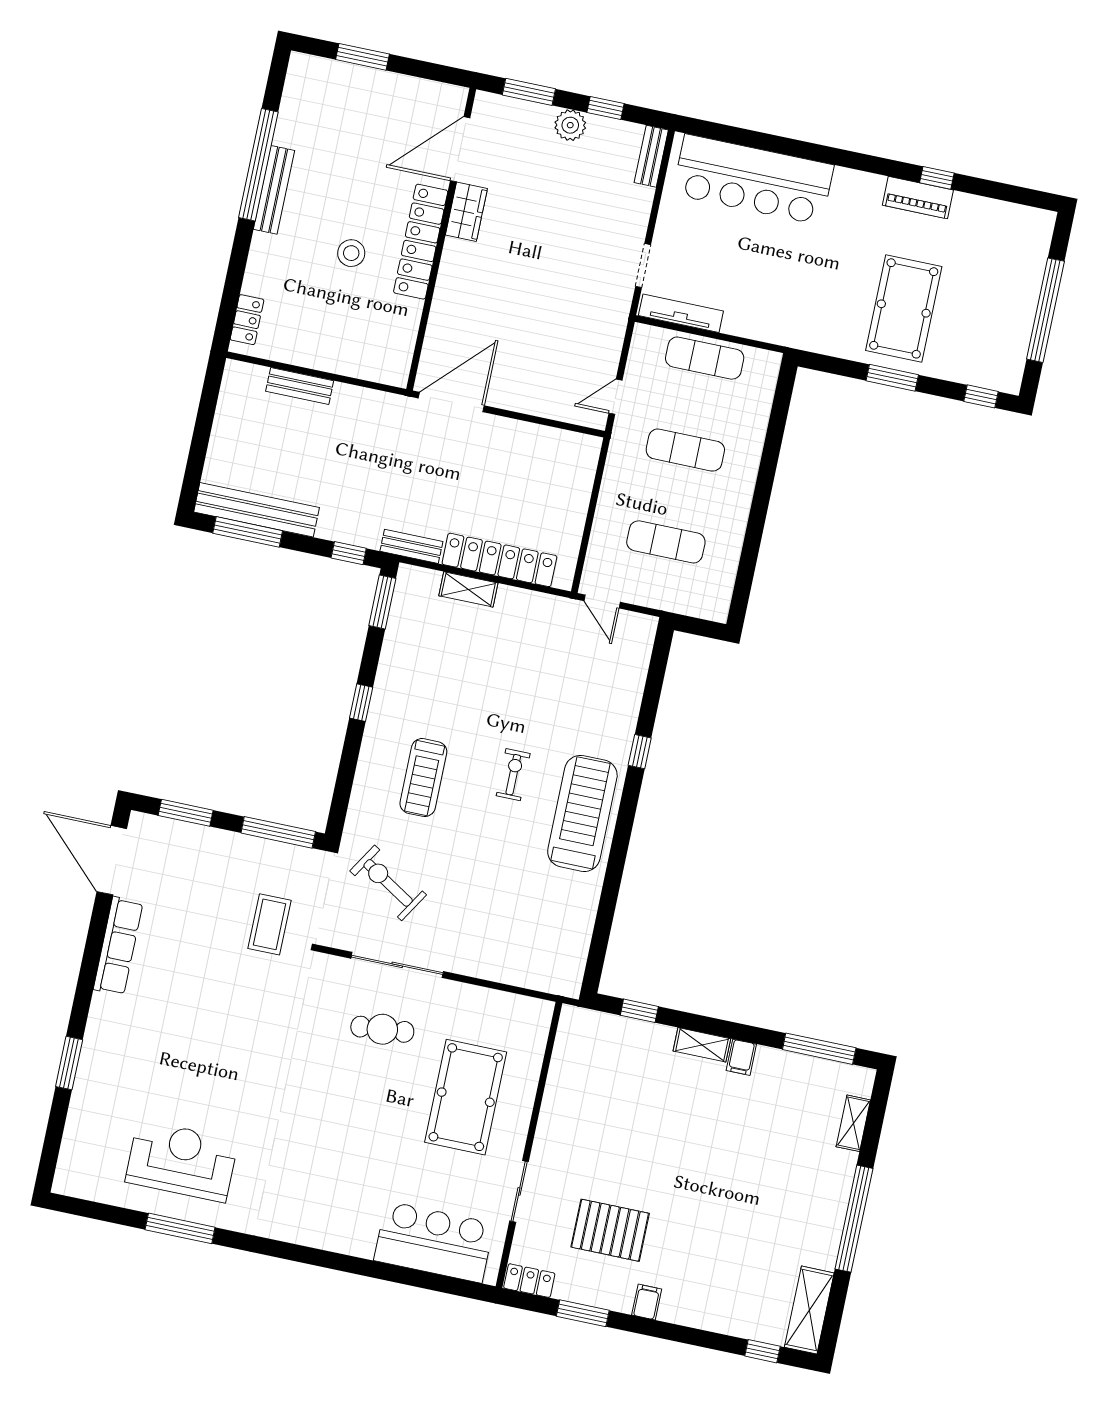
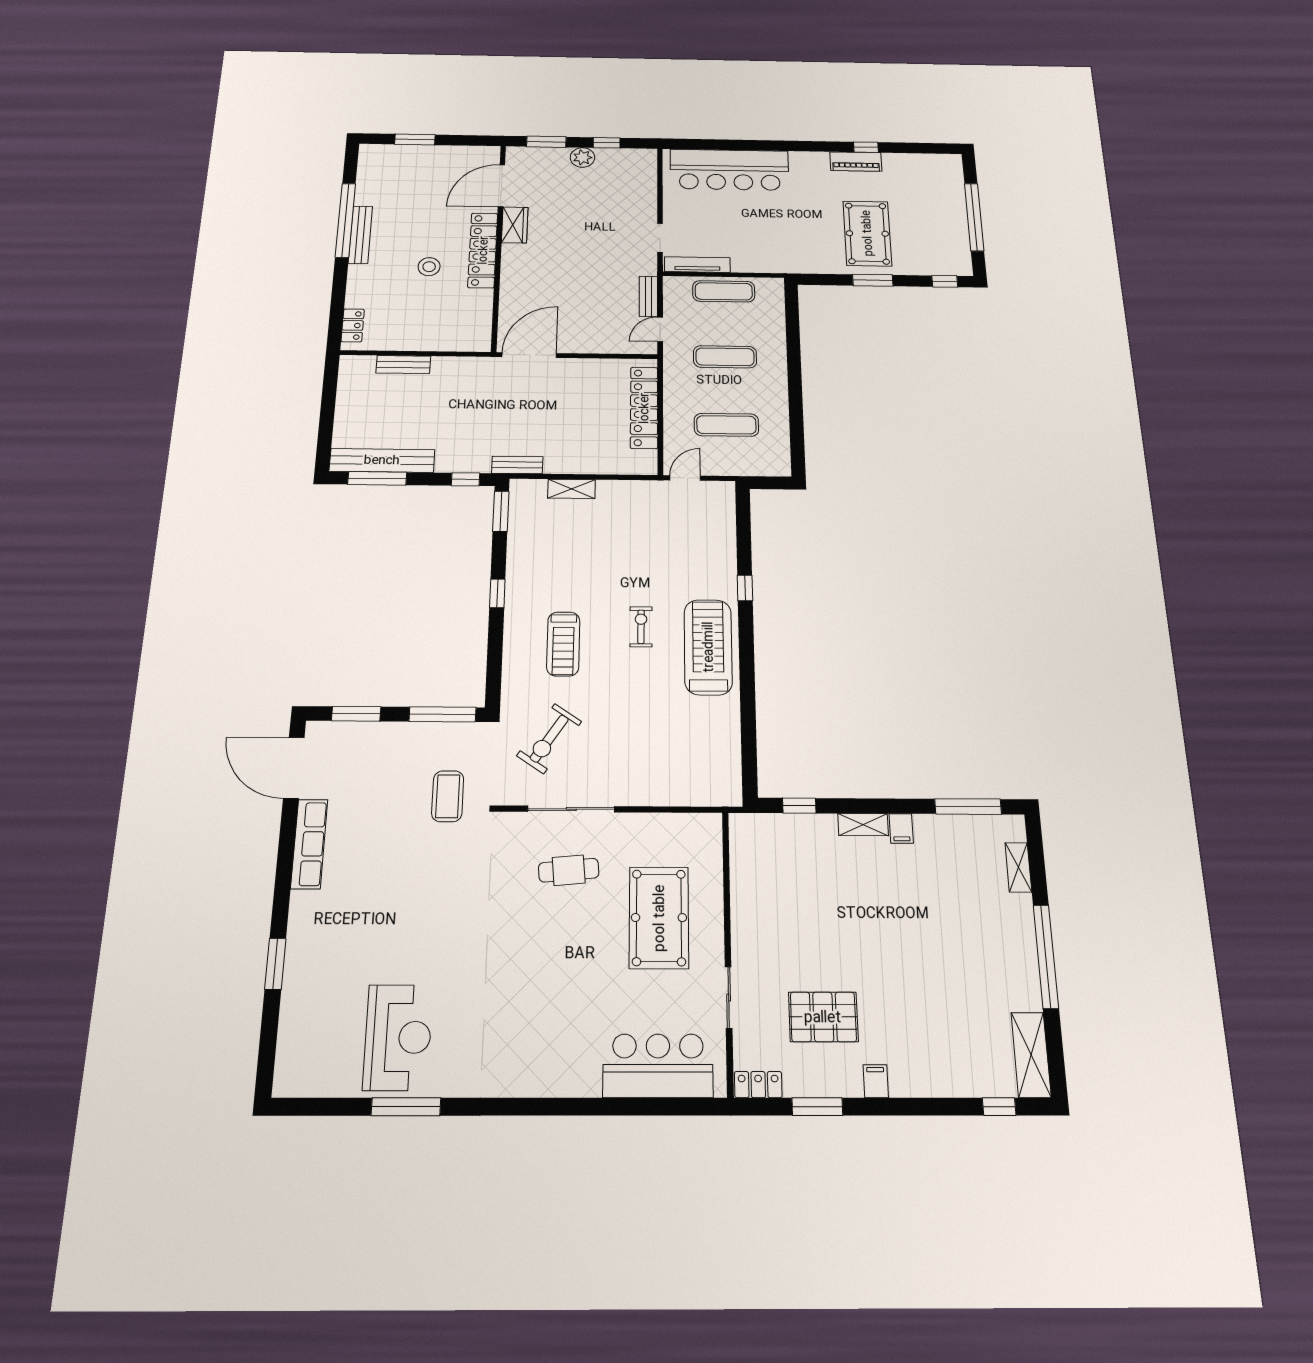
bench: (651, 156) -> (648, 296), moved
locker: (499, 560) -> (644, 408), moved, turned -90
door: (602, 601) -> (685, 478), swing flipped
exercise bike: (388, 883) -> (549, 739), turned -88
reception desk: (182, 1161) -> (398, 1037), turned 90

